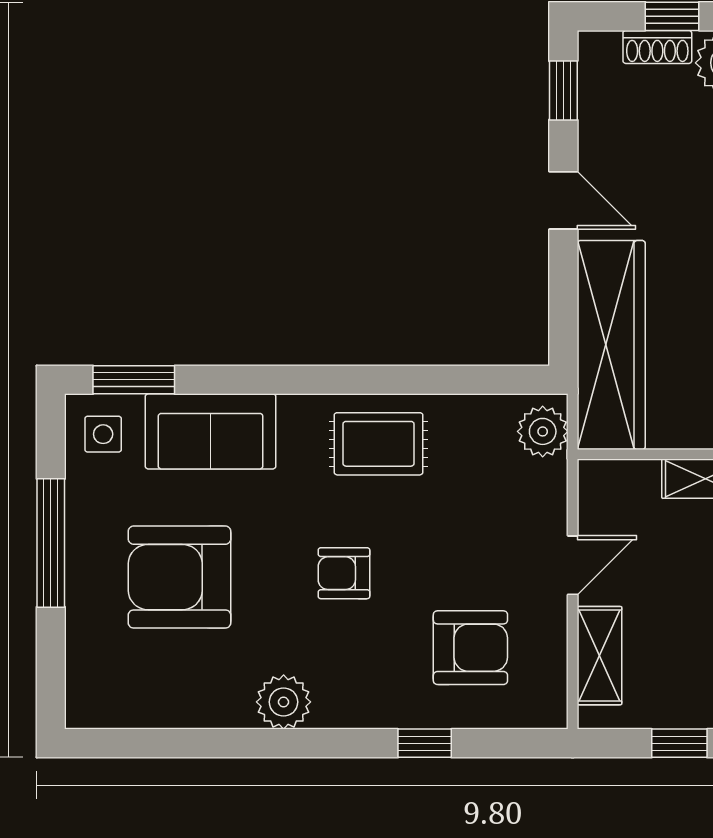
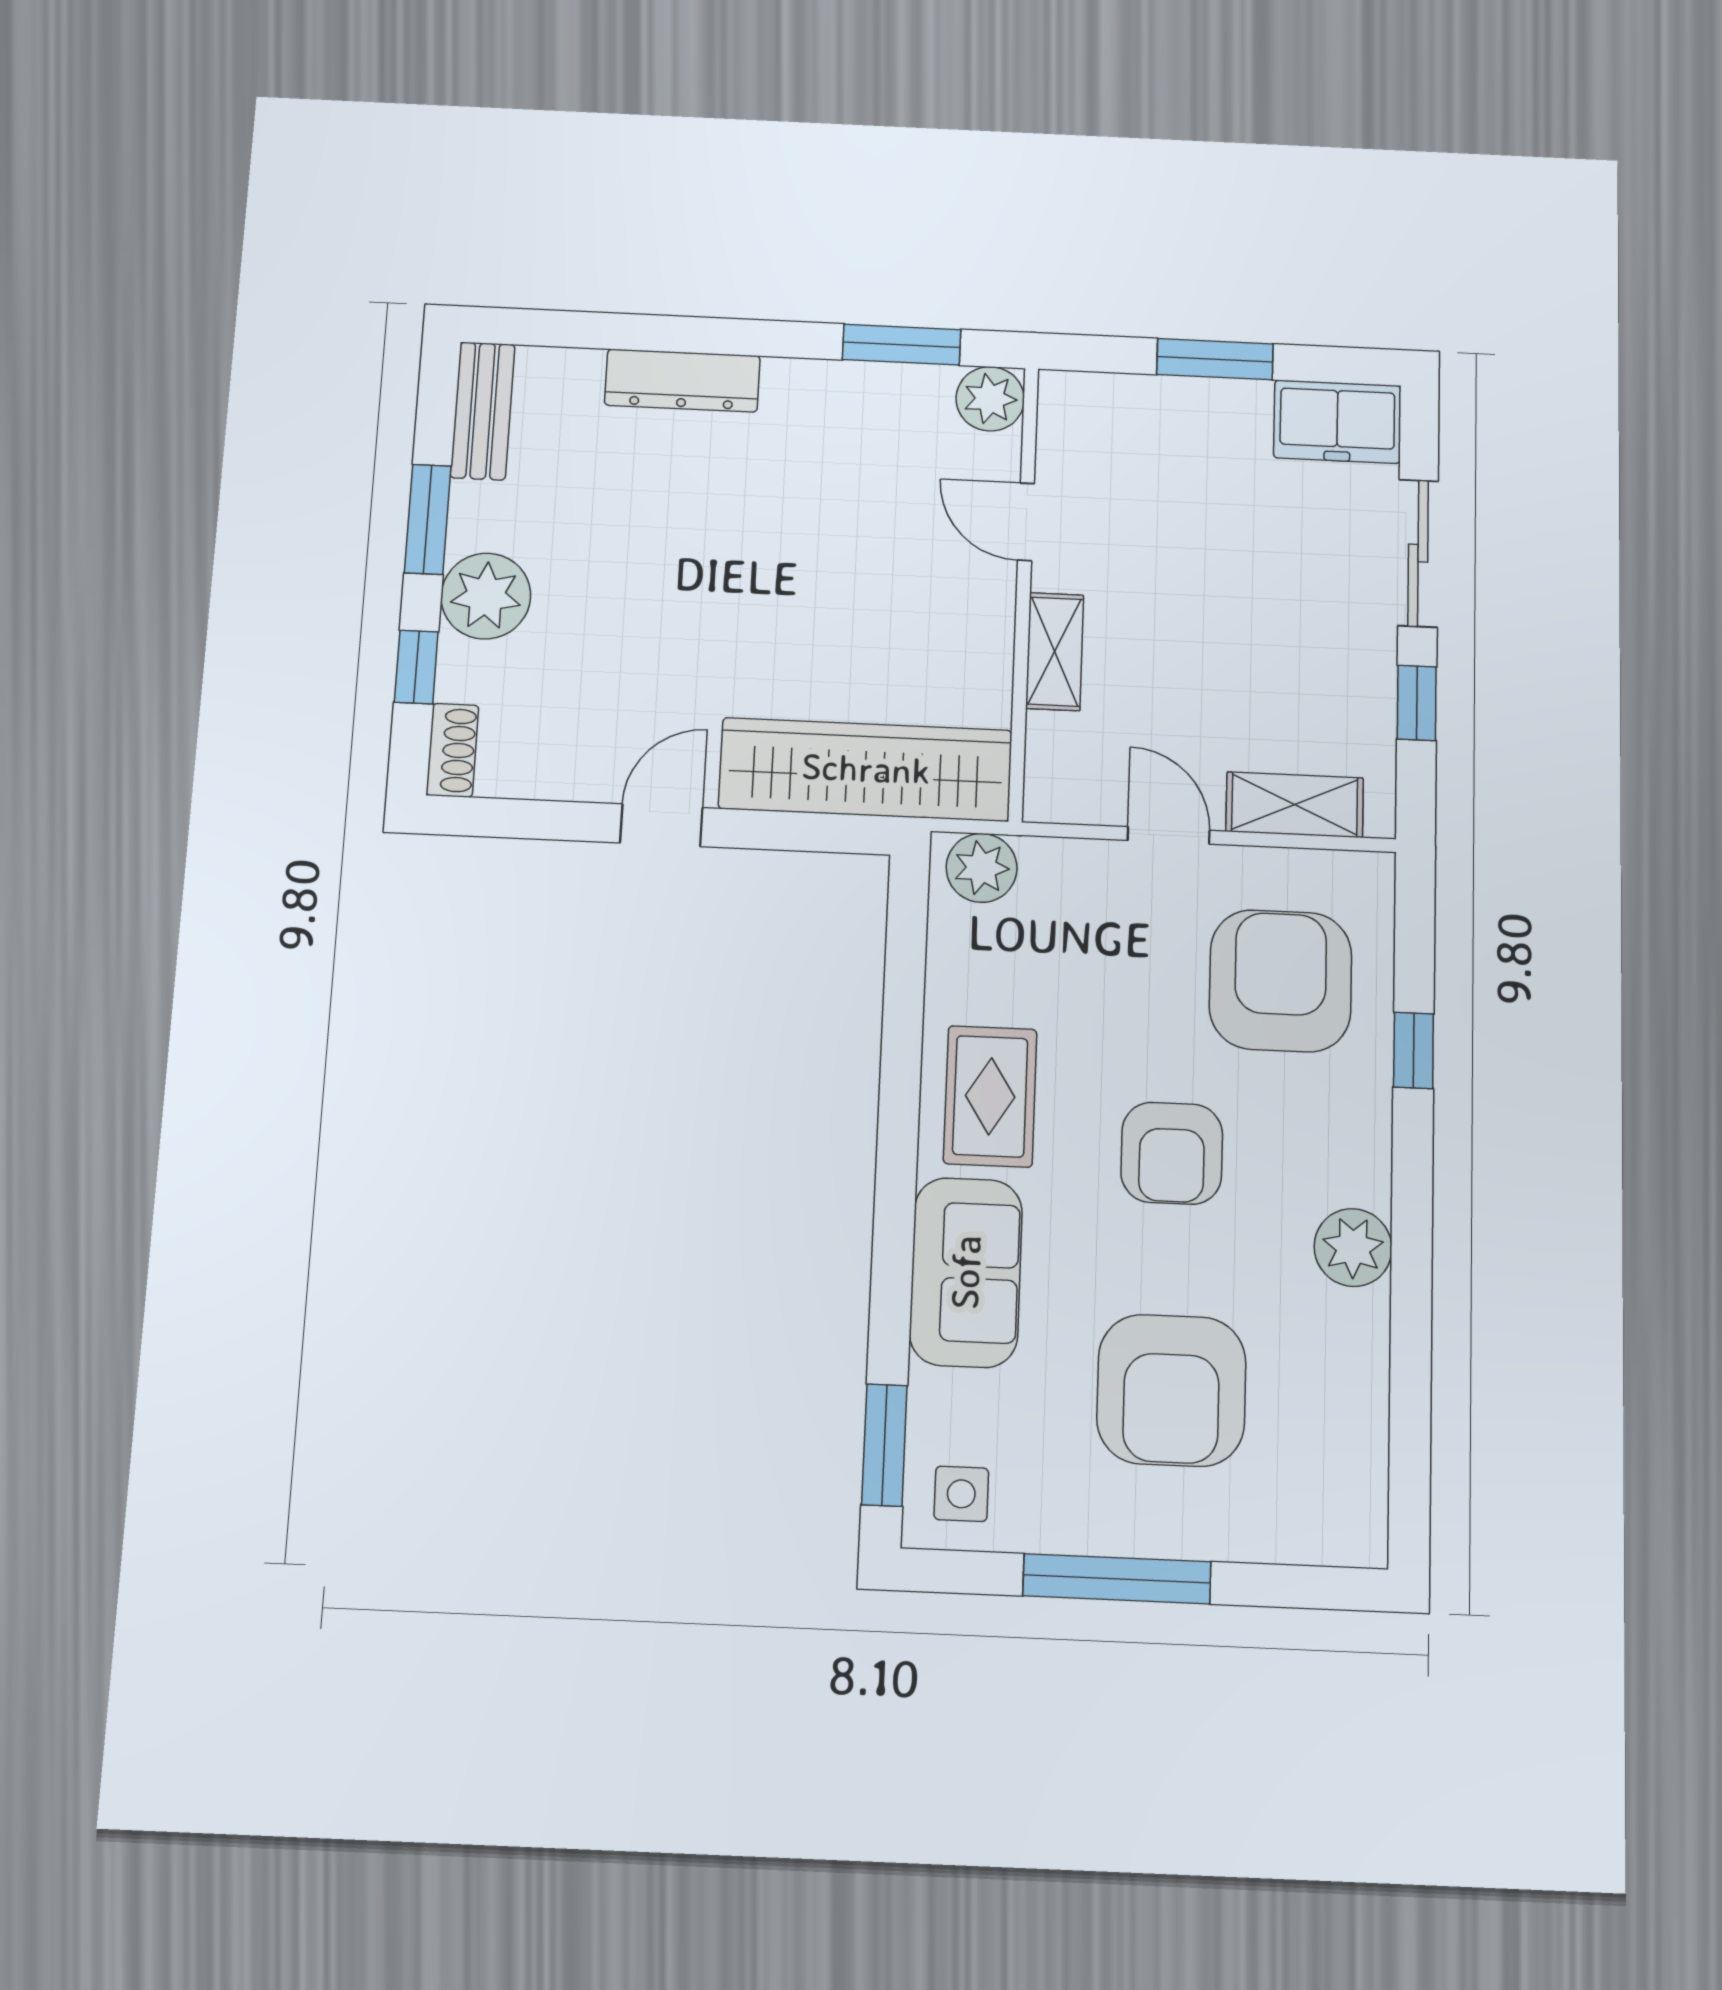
shoe rack: (657, 47) -> (452, 750), moved
window: (563, 90) -> (508, 818), removed
sofa: (211, 431) -> (966, 1272), moved
armchair: (344, 573) -> (1172, 1153), width x1.38, depth x1.38
armchair: (470, 648) -> (1281, 981), width x1.36, depth x1.36

